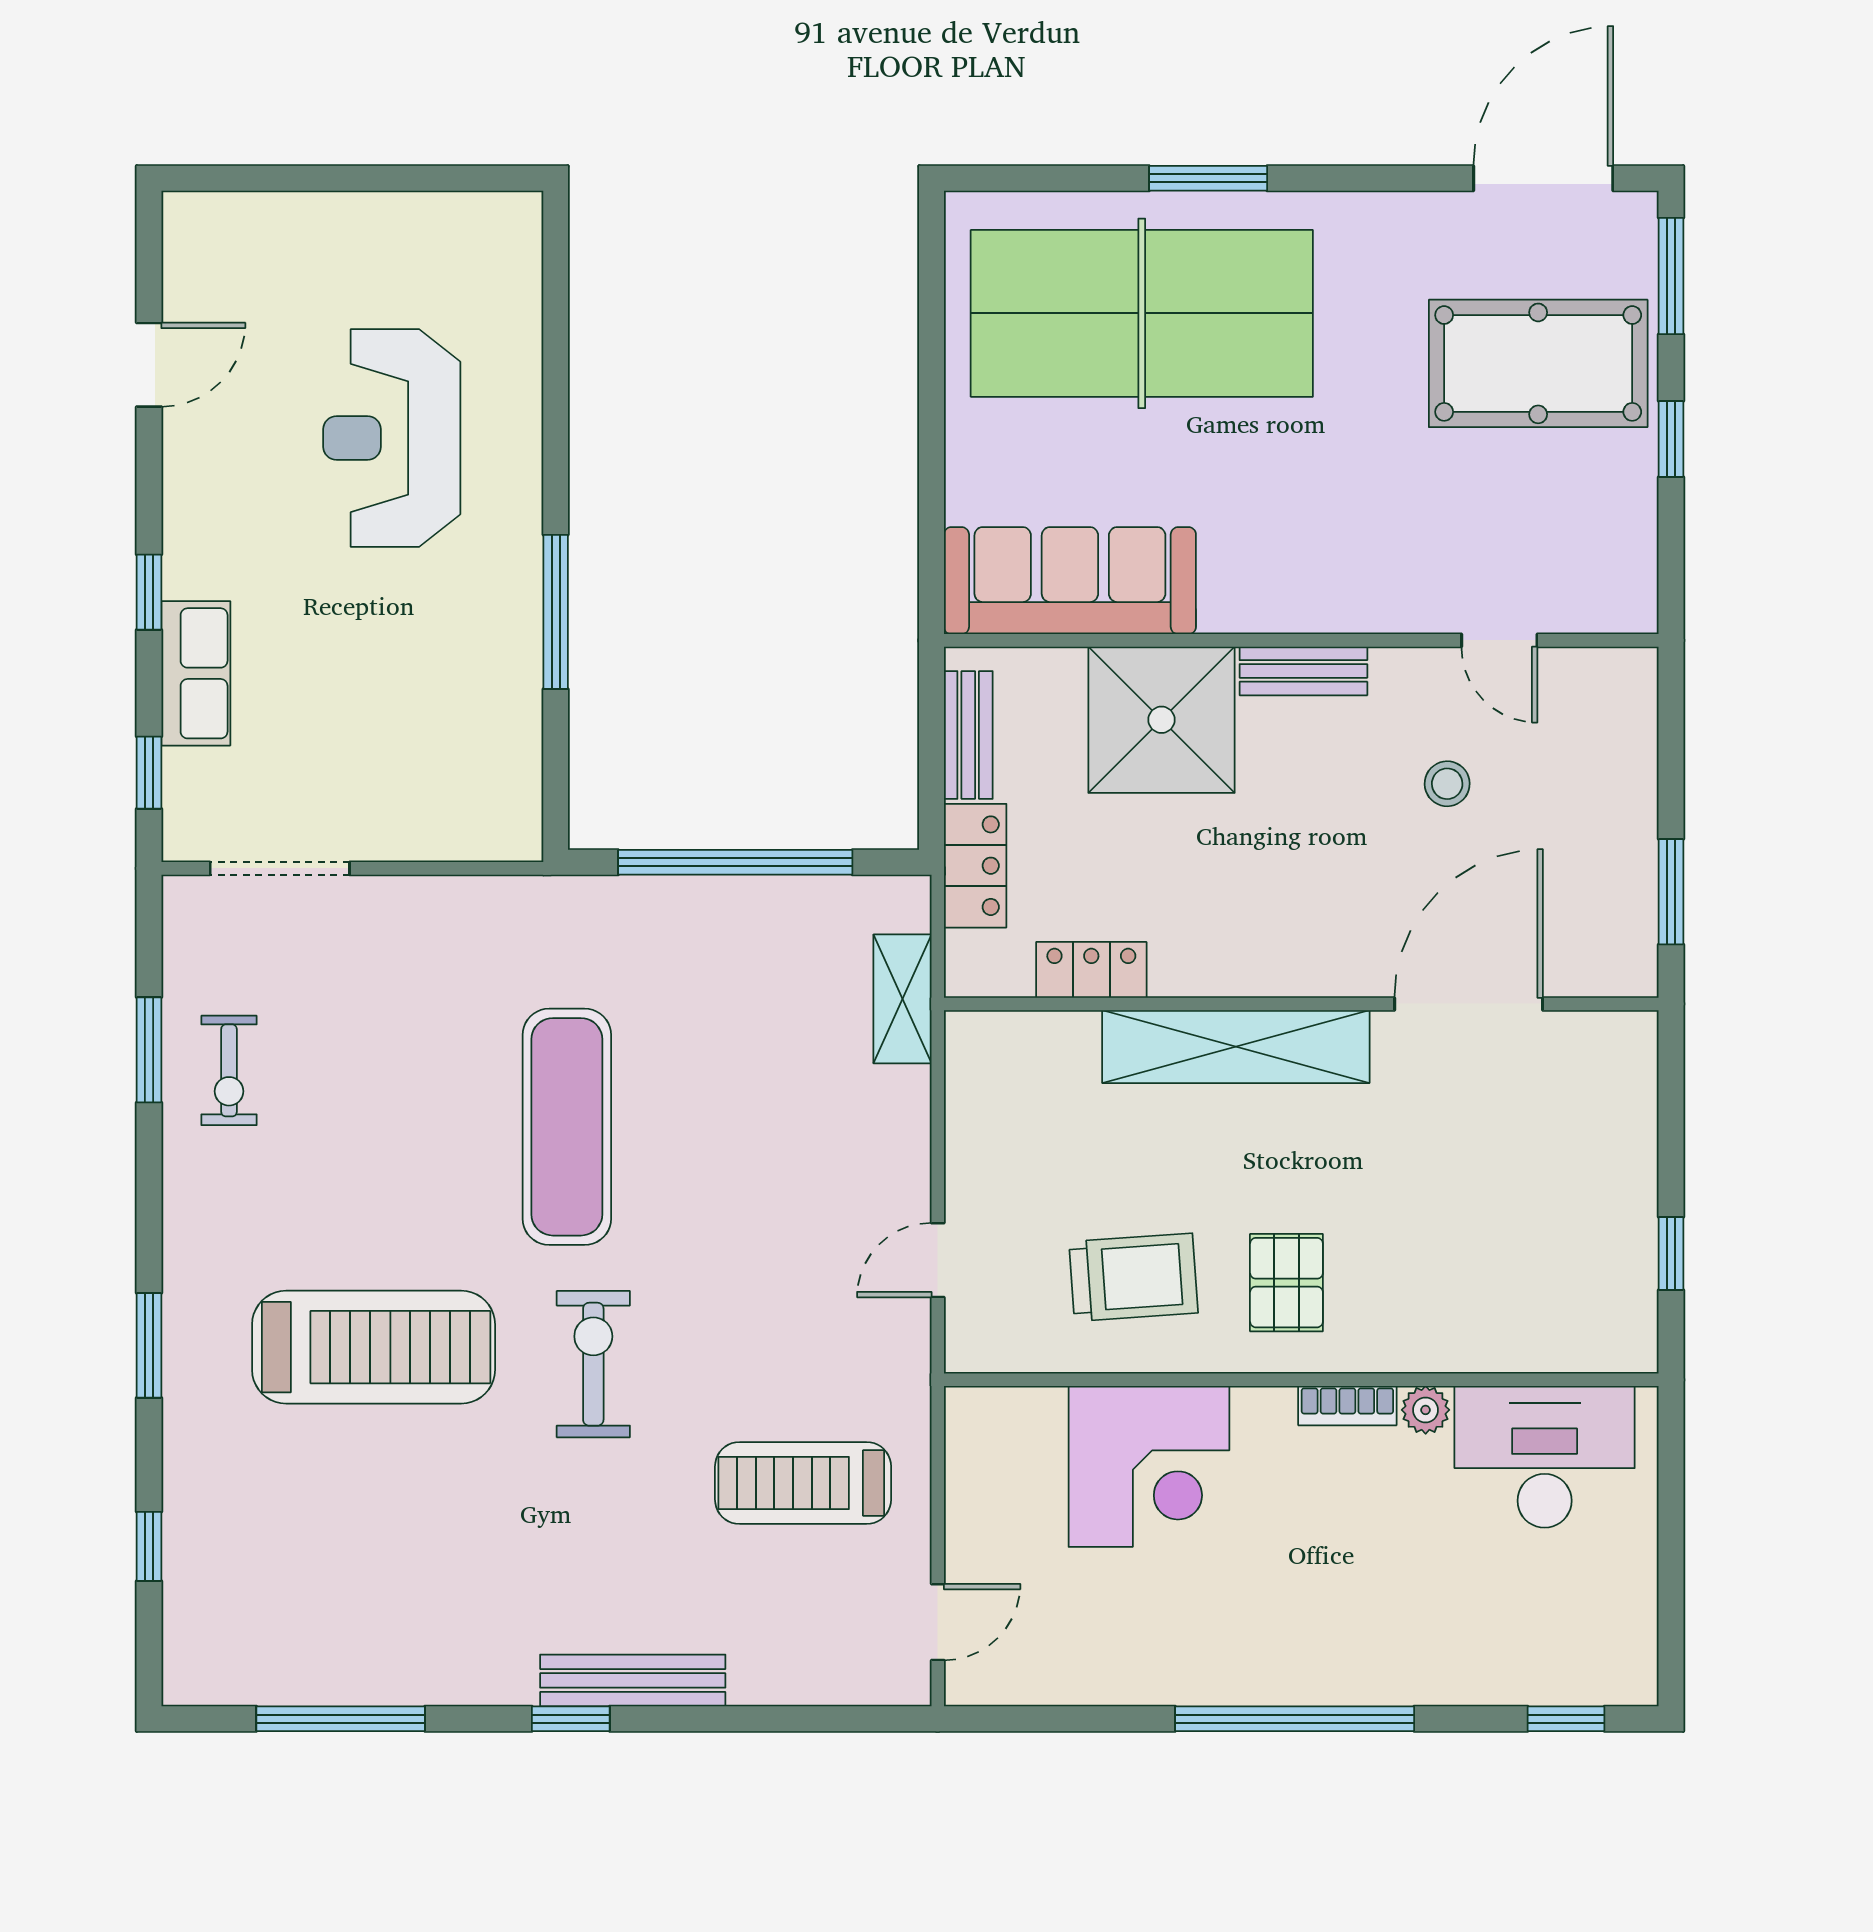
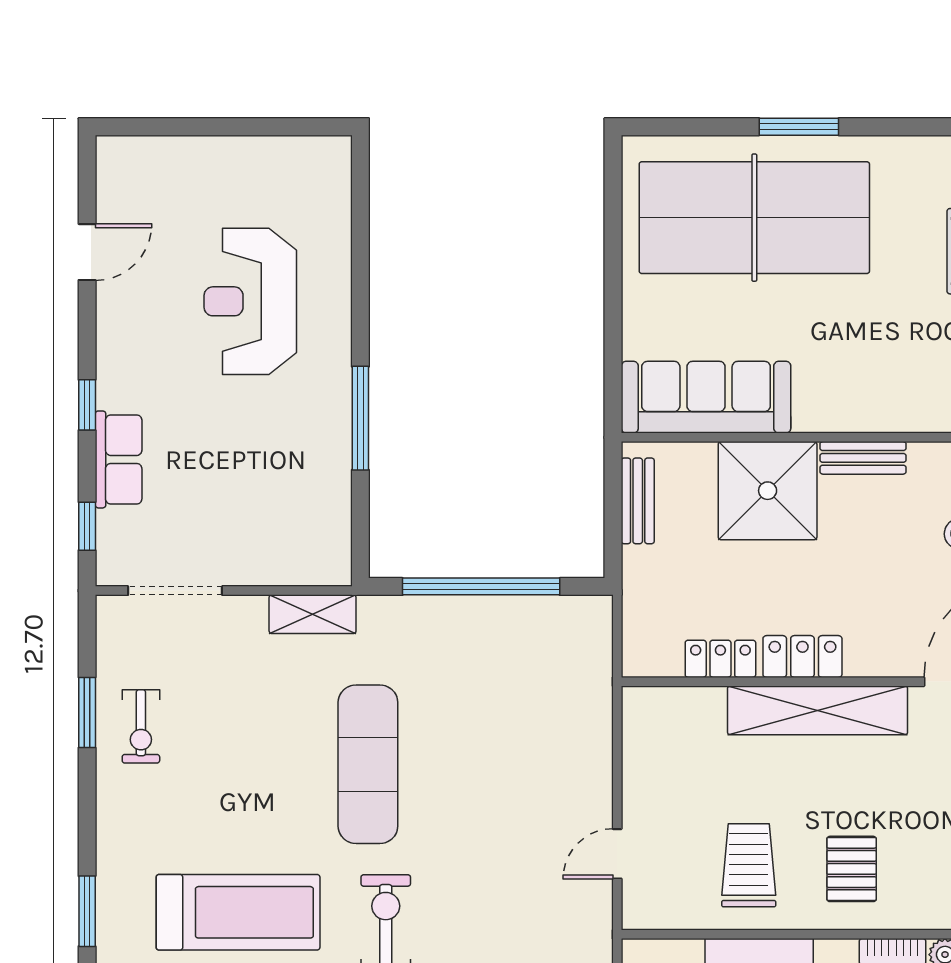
locker: (975, 866) -> (802, 657), moved, turned -90
shelving: (902, 999) -> (313, 614), moved, turned 90
trolley: (1133, 1277) -> (749, 865), turned -86

